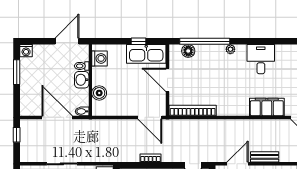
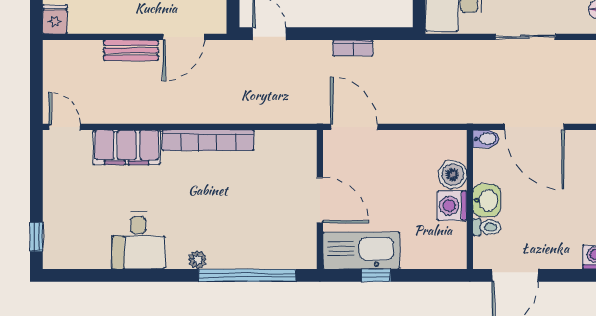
floor lamp: (188, 51) -> (279, 256), removed
washing machine: (99, 58) -> (452, 206), moved
bookcase: (193, 111) -> (208, 140), moved

